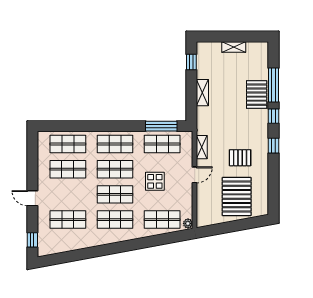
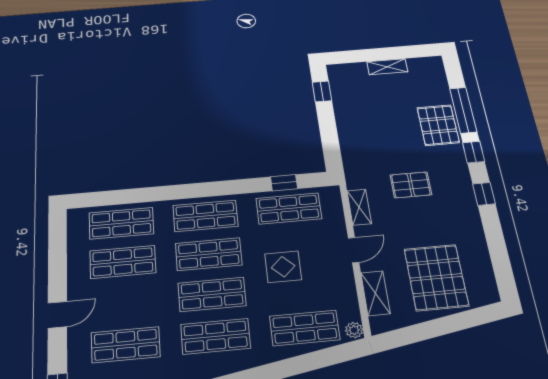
shelving: (202, 93) -> (375, 293), moved
window: (161, 126) -> (284, 183), width x0.46
pallet: (240, 158) -> (411, 185), moved
door: (32, 198) -> (57, 315), swing flipped

